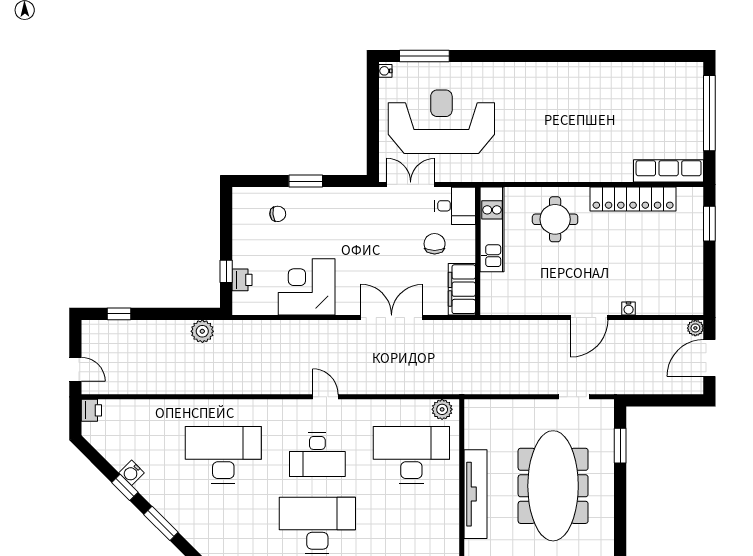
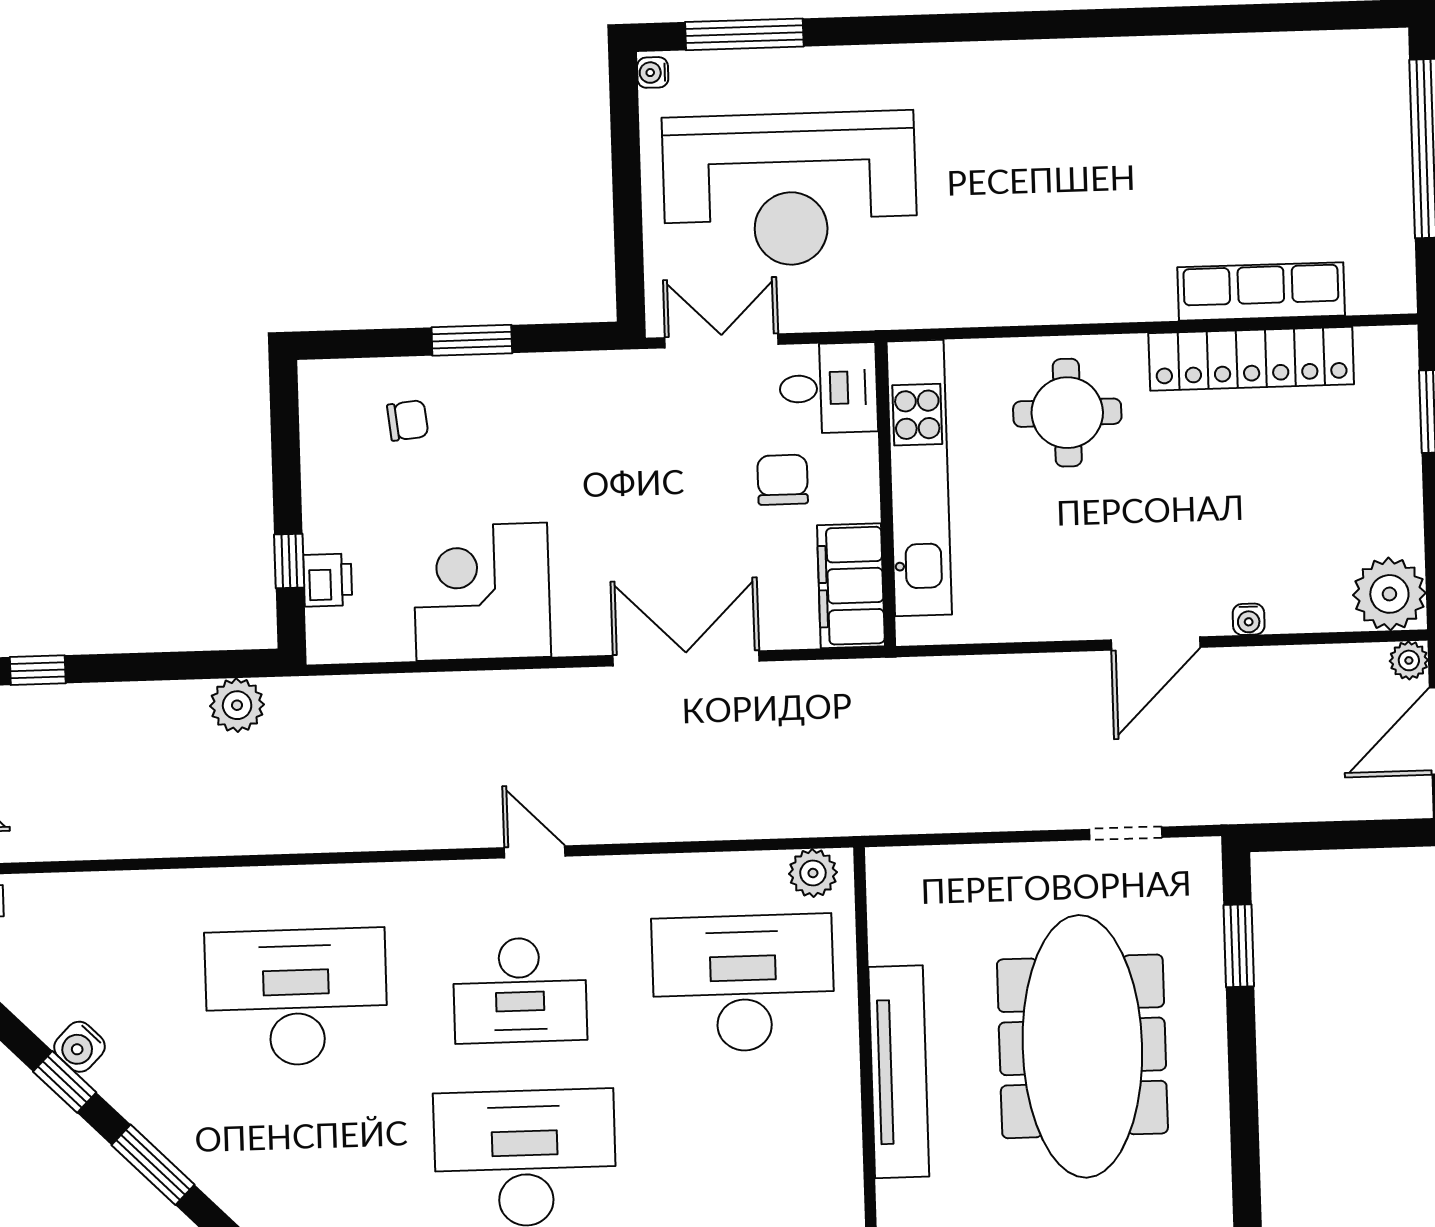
reception desk: (441, 122) -> (790, 189), turned 180
row of seats: (669, 171) -> (1261, 291), moved
kitchen unit: (492, 229) -> (919, 478), width x1.36
plant: (688, 300) -> (1389, 594), added

